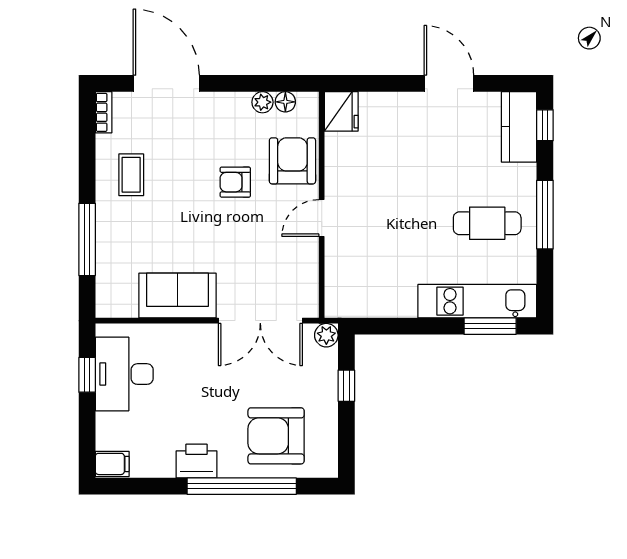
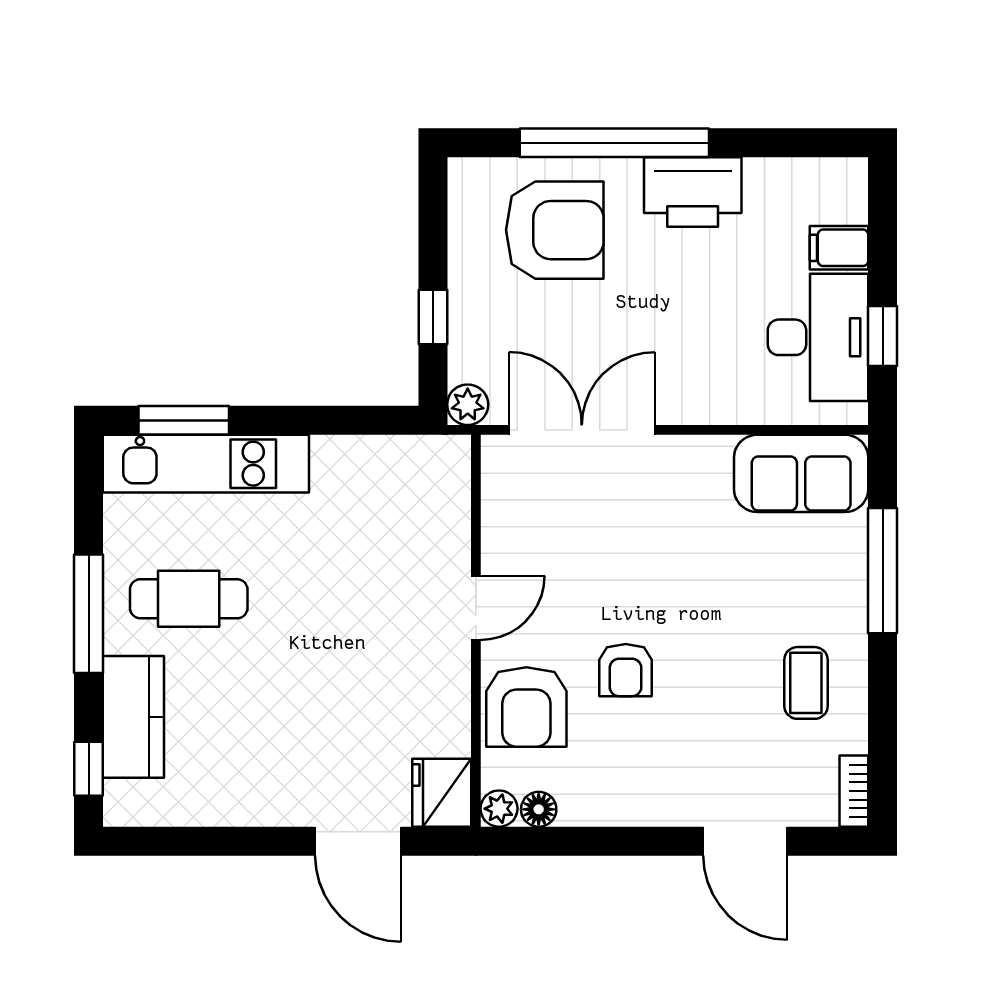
door: (166, 83) -> (745, 841), width x0.73
door: (449, 83) -> (358, 841), moved
plant: (262, 102) -> (499, 809), moved
kitchen counter: (519, 127) -> (133, 717), moved
armchair: (235, 182) -> (626, 670), turned 90
sofa: (178, 296) -> (801, 473), moved
printer: (197, 461) -> (693, 192), width x1.37, depth x1.19
filing cabinet: (112, 464) -> (839, 248), moved

